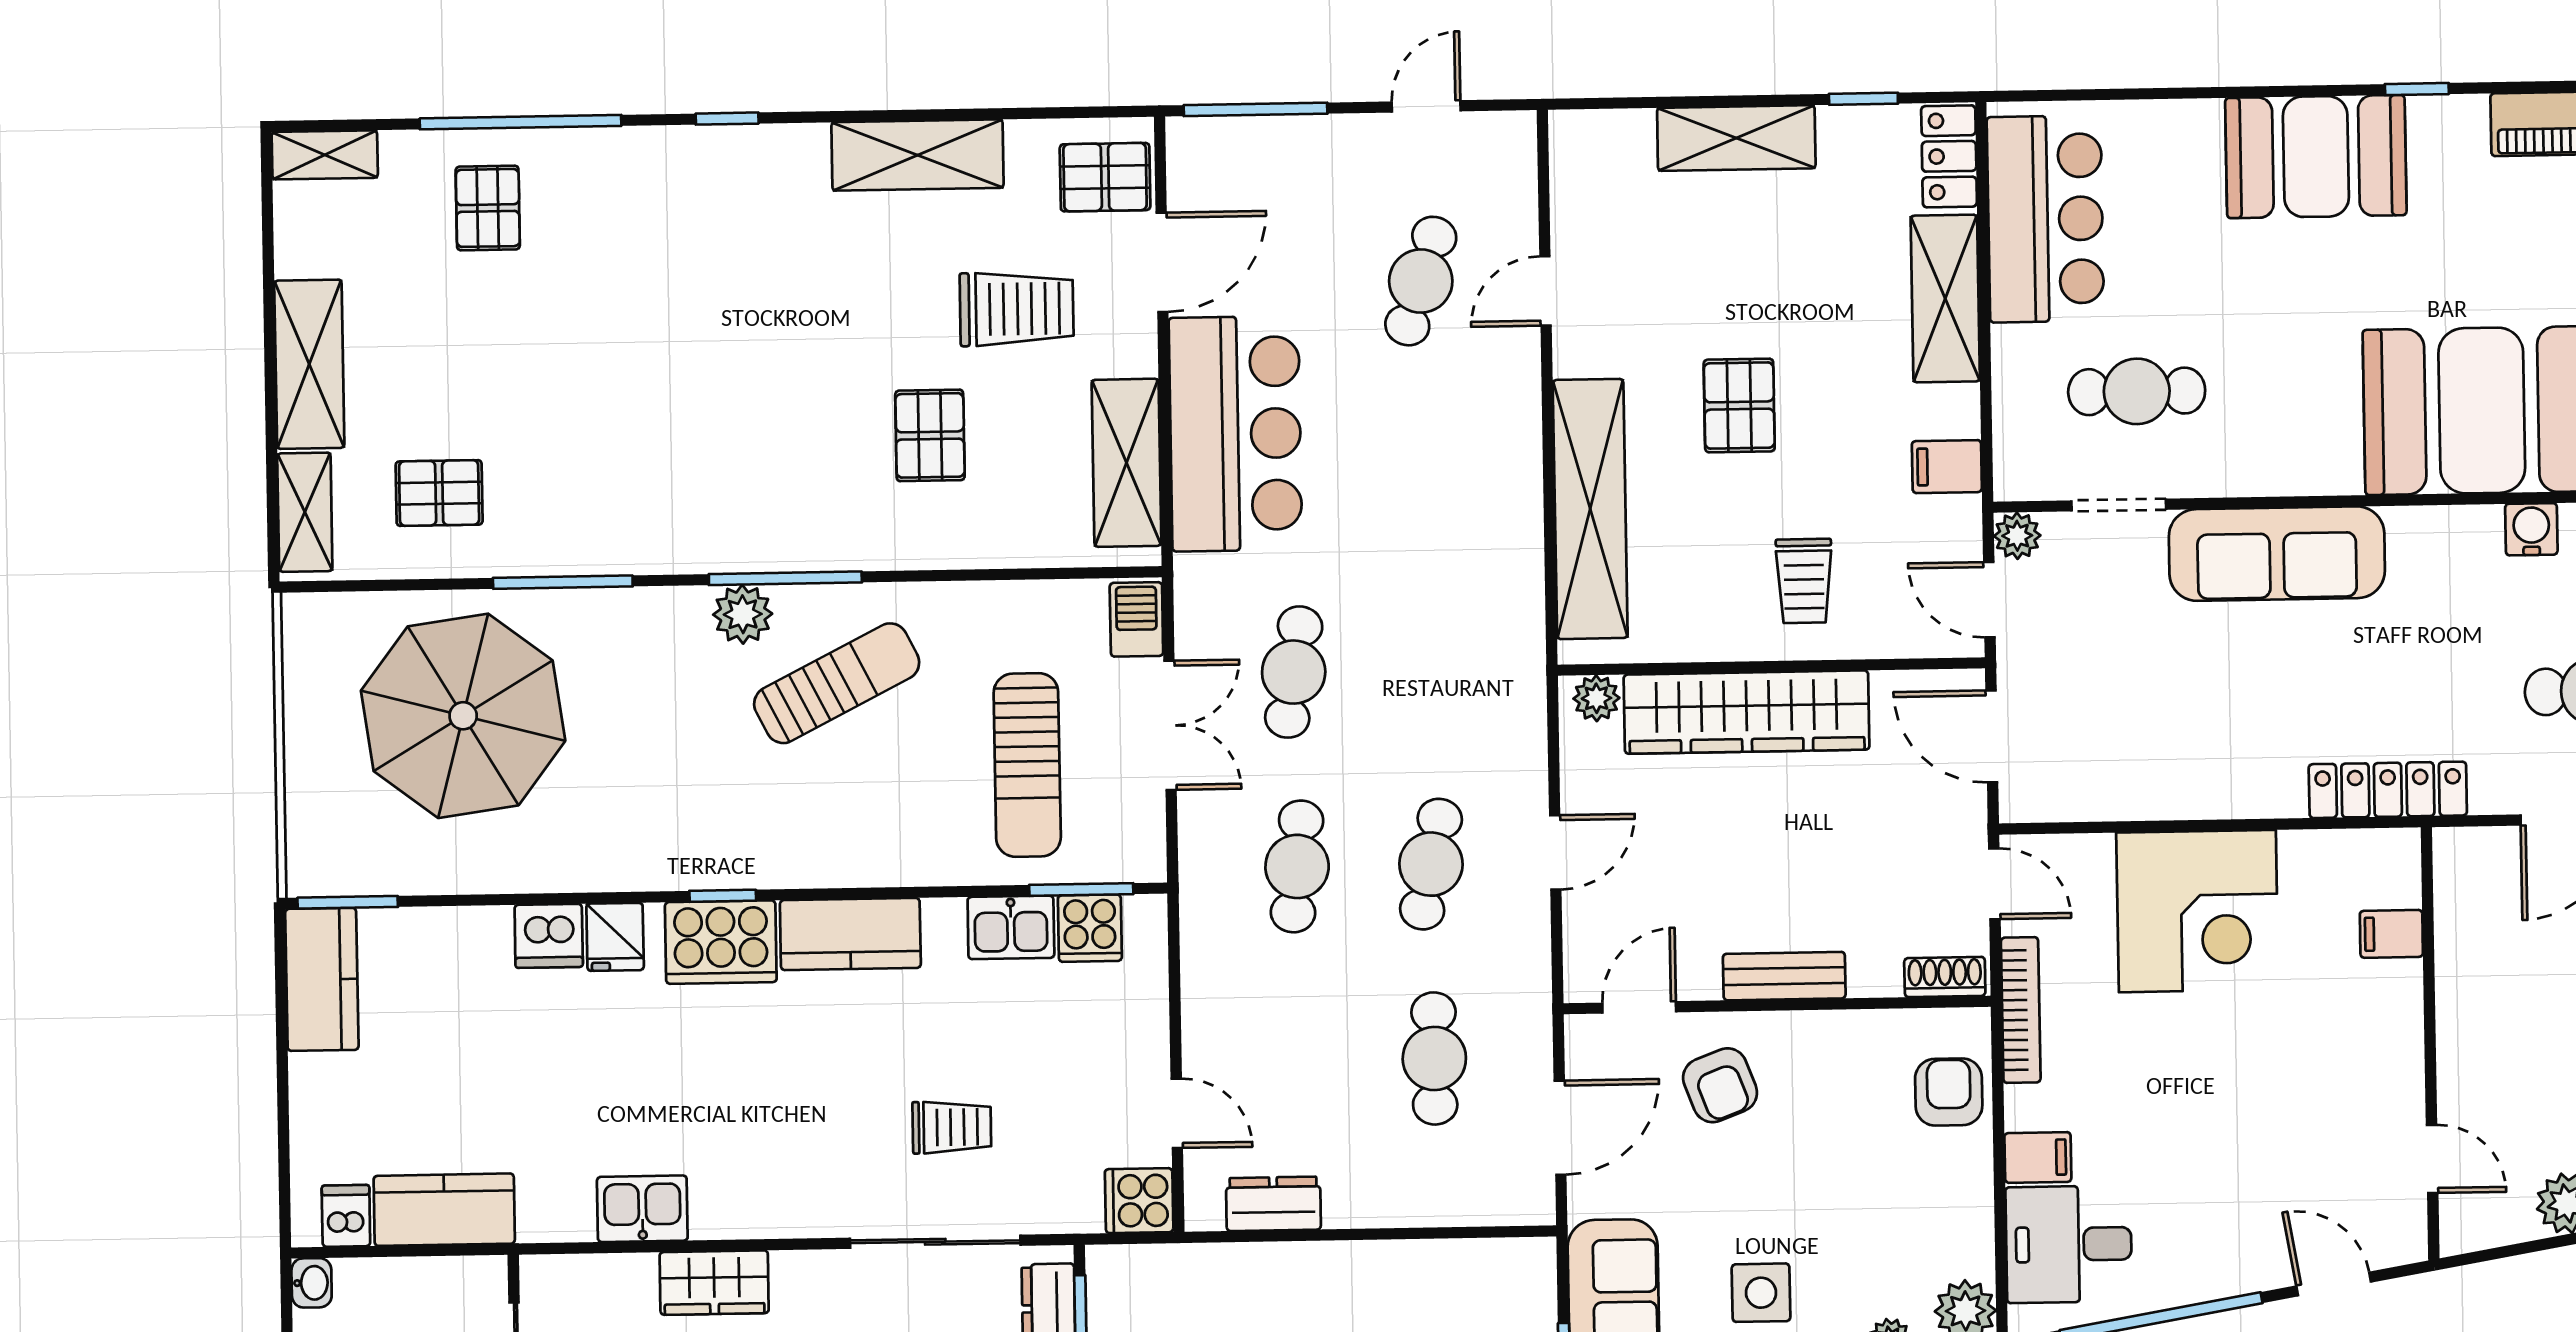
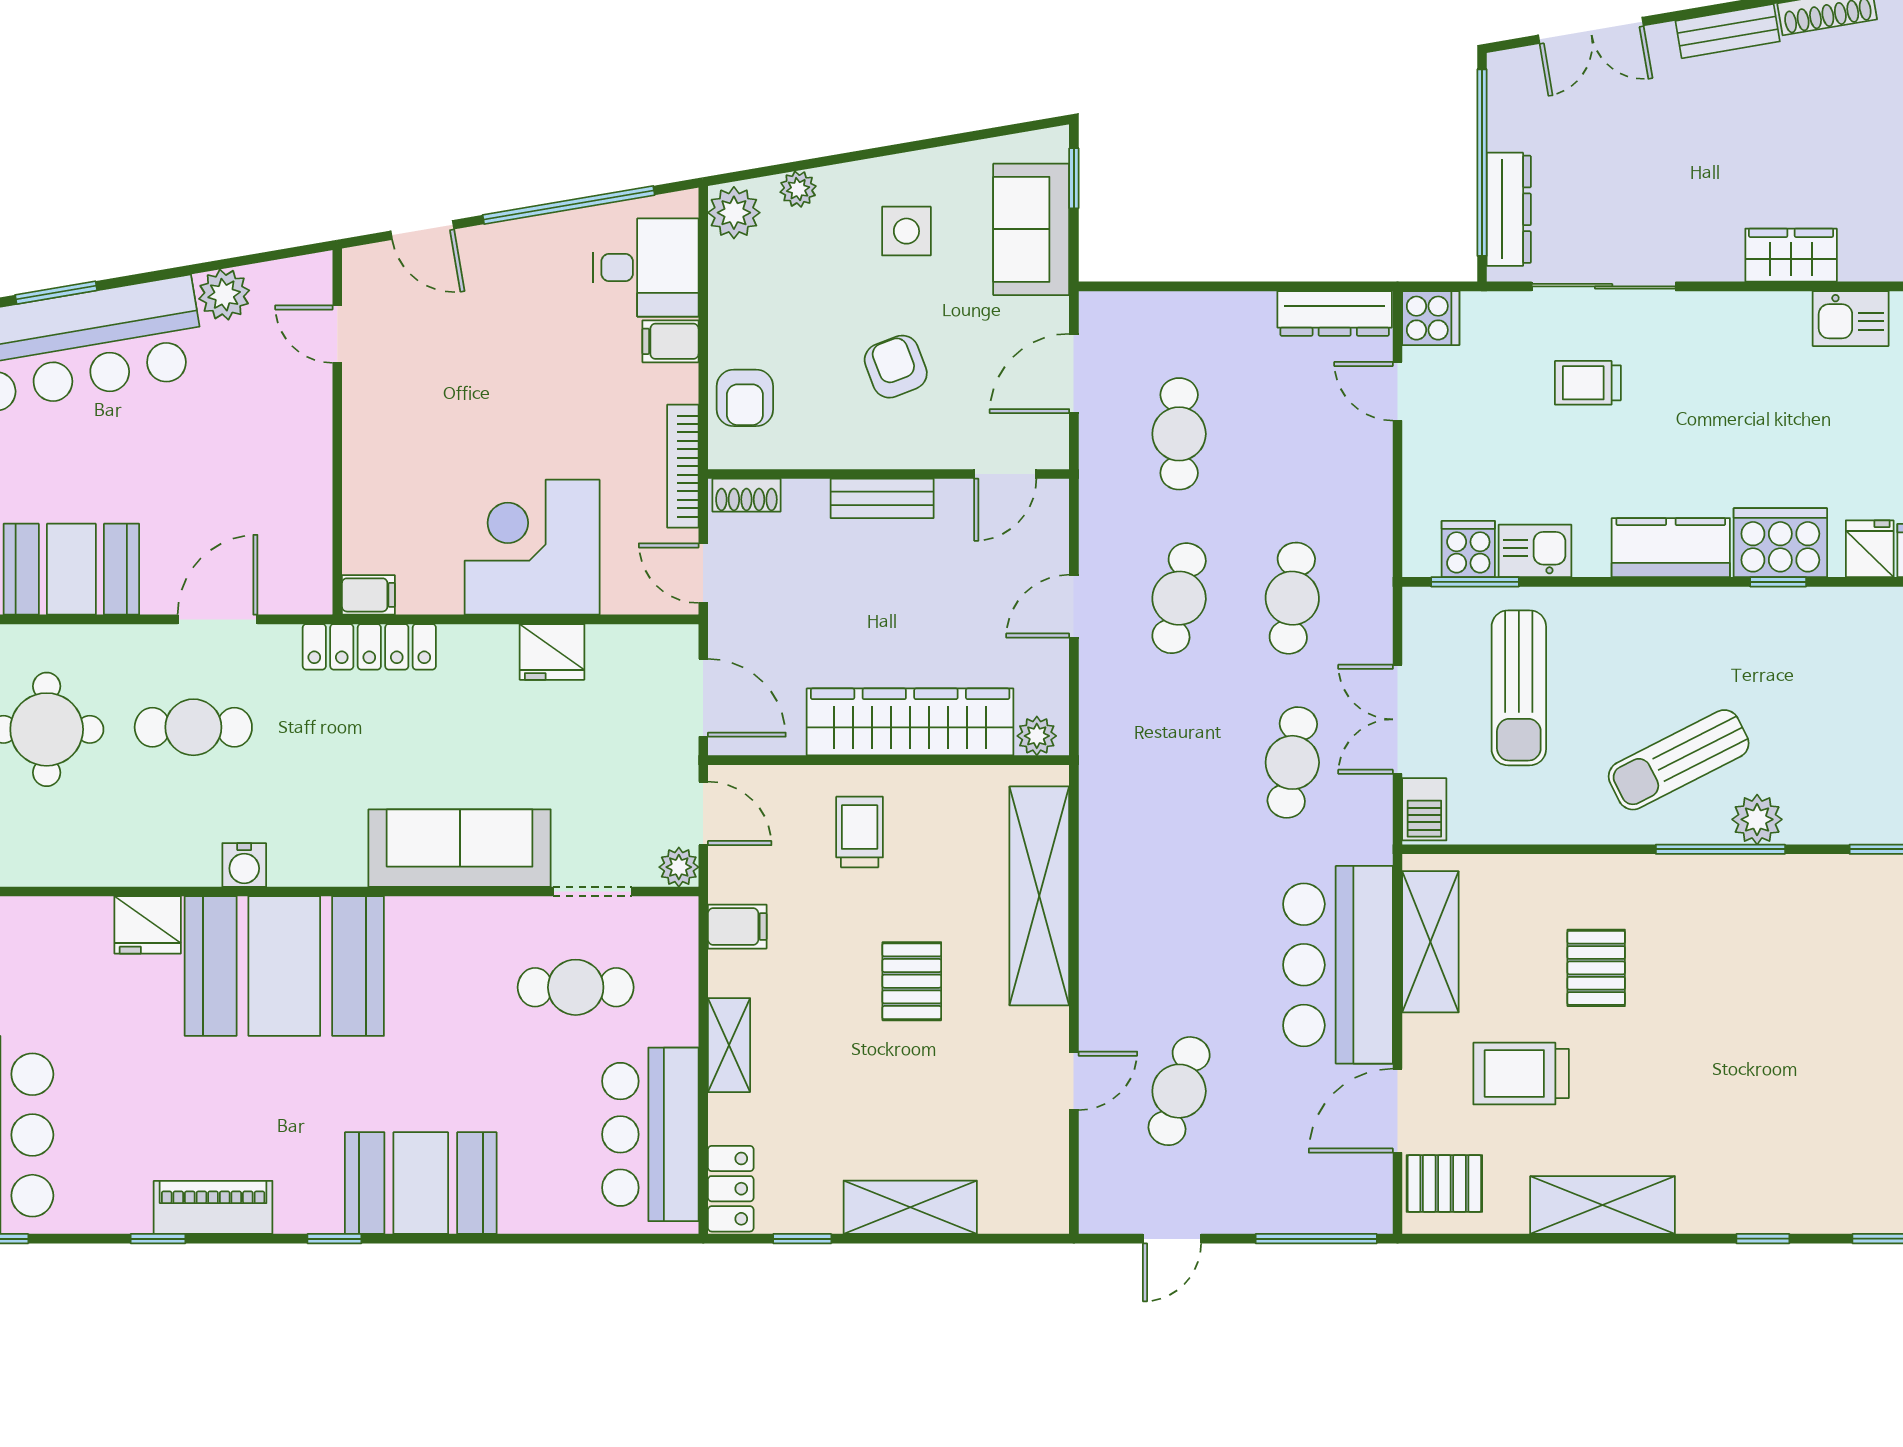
shelving: (1945, 299) -> (729, 1045), width x0.67, depth x0.75
sun lounger: (1027, 765) -> (1519, 688), turned 180
fridge: (2172, 788) -> (552, 652), added
filing cabinet: (2391, 934) -> (368, 595), moved
armchair: (1720, 1085) -> (896, 367), moved
dresser: (1273, 1204) -> (1335, 313), width x1.44

